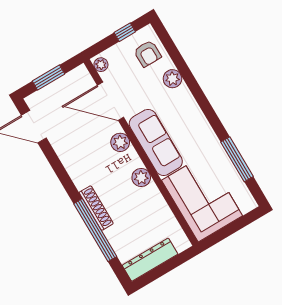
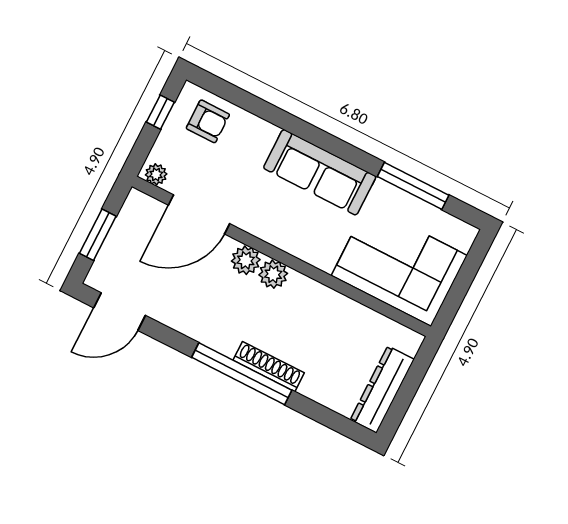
plant: (172, 79) -> (262, 134), removed
sofa: (156, 143) -> (320, 172), moved, turned 180
plant: (141, 177) -> (273, 274), moved
window: (95, 230) -> (242, 374), moved

